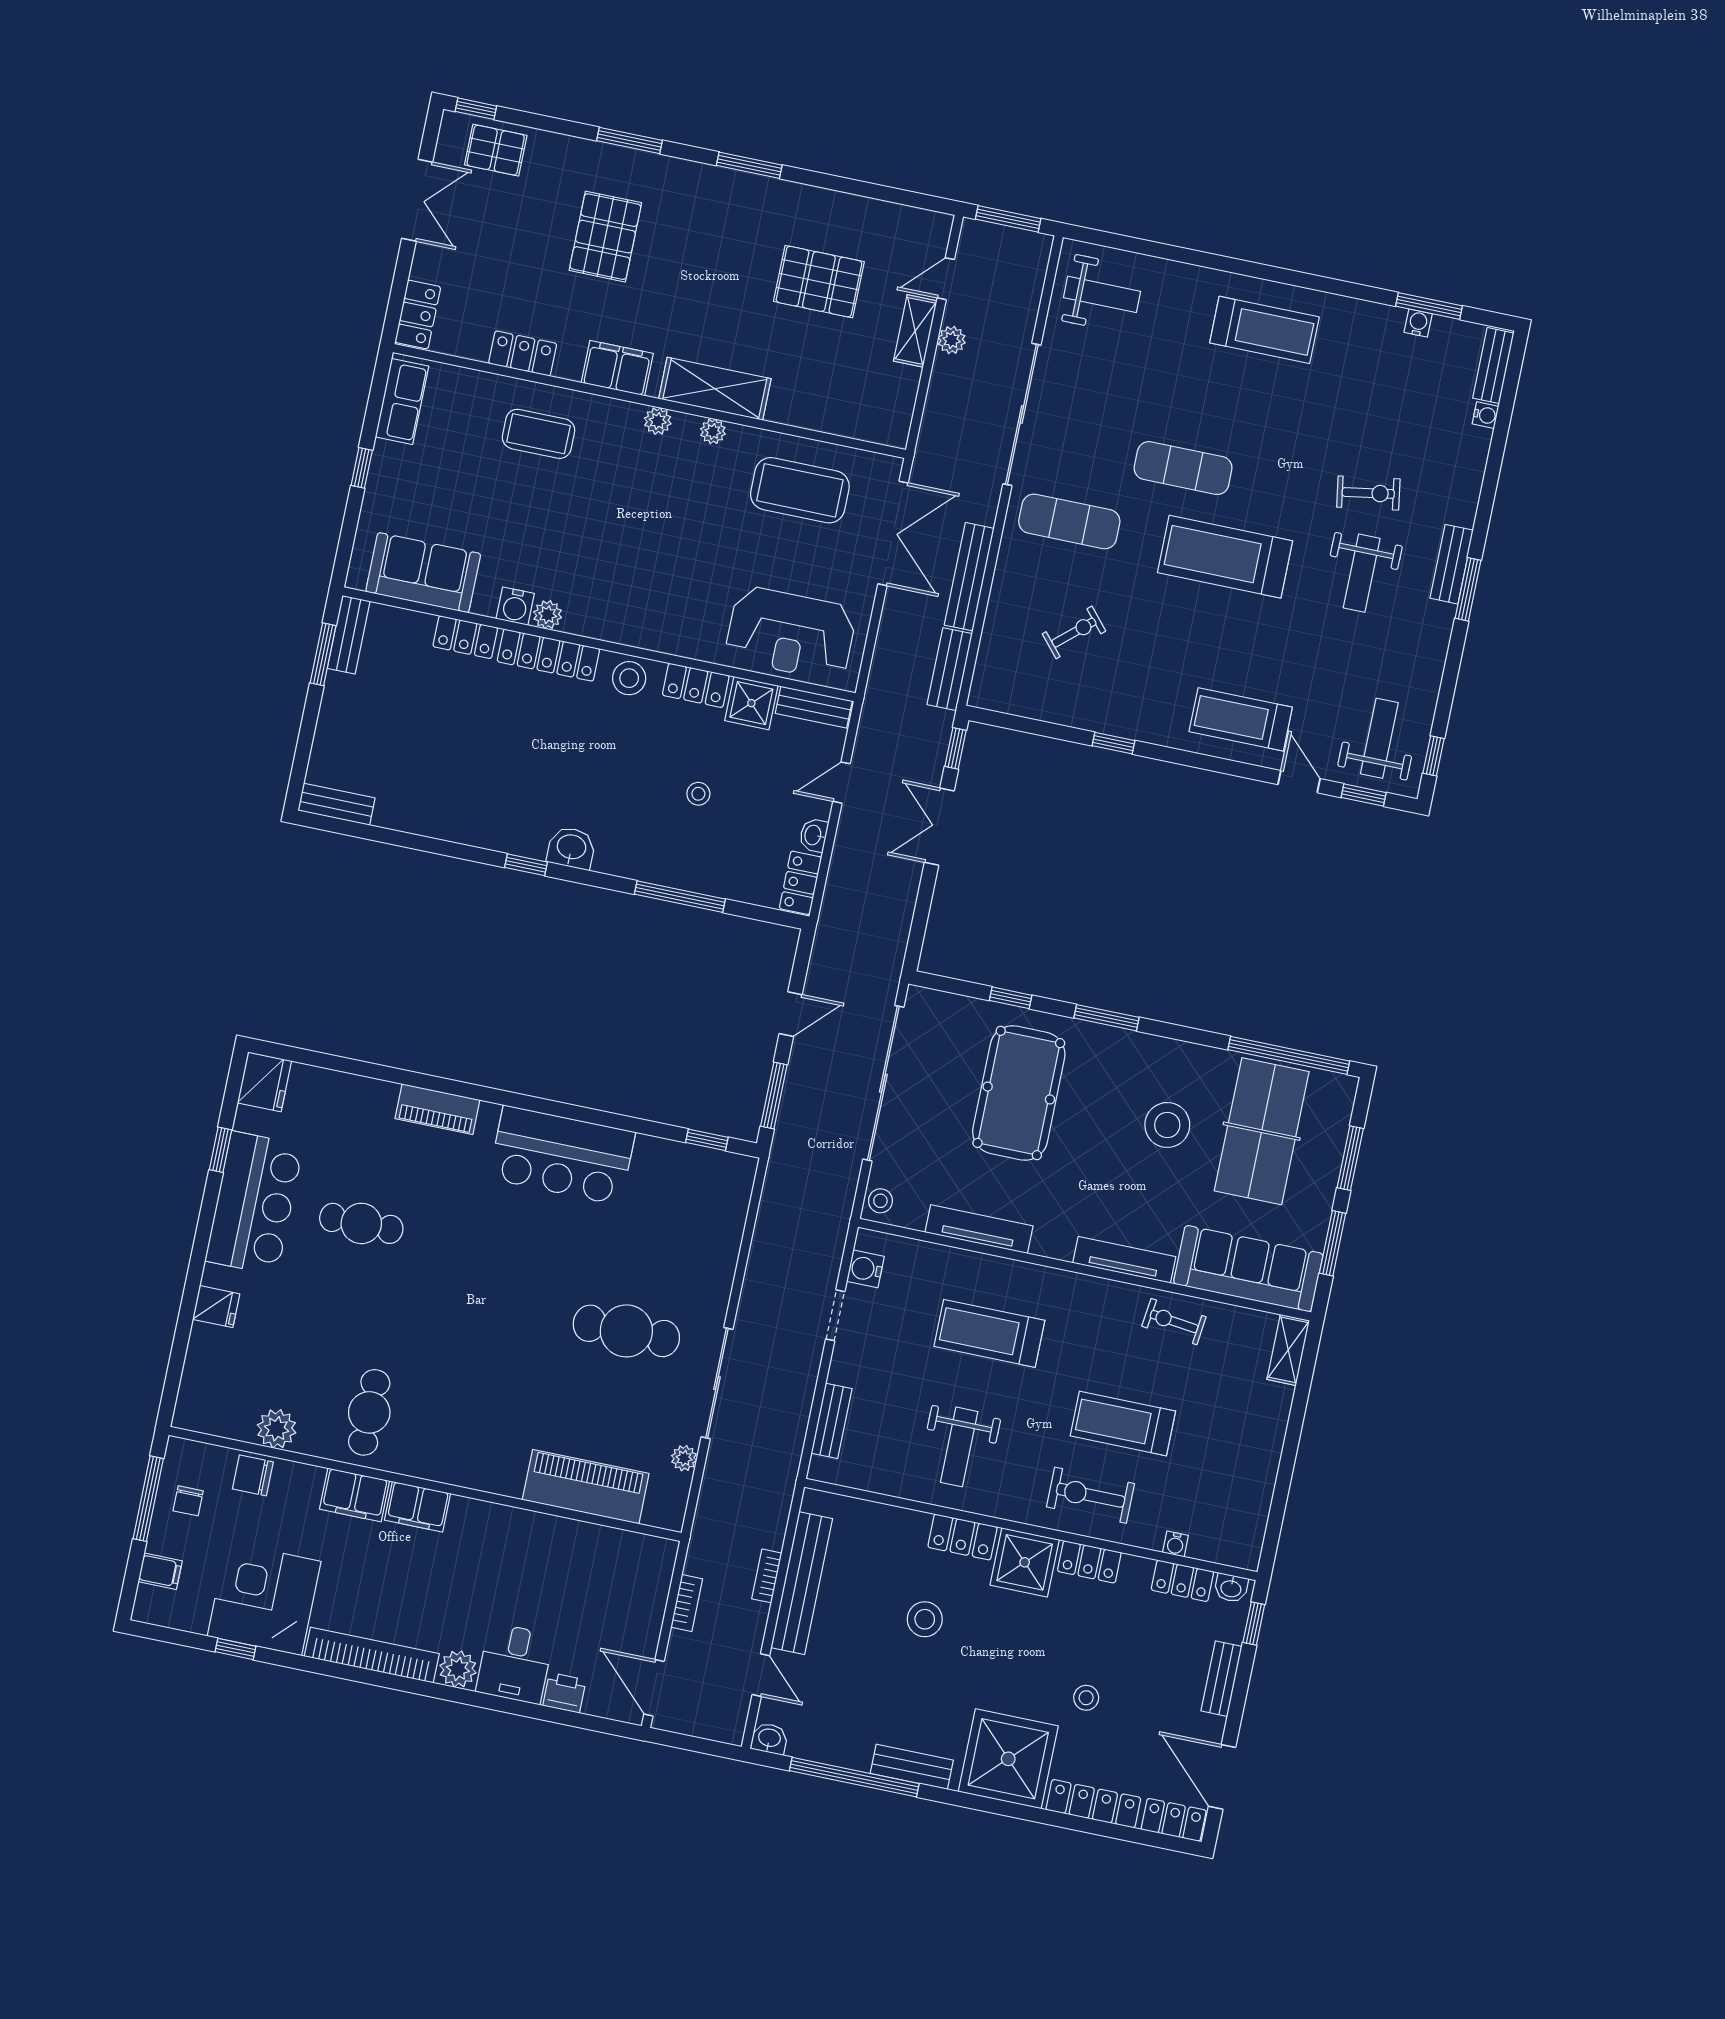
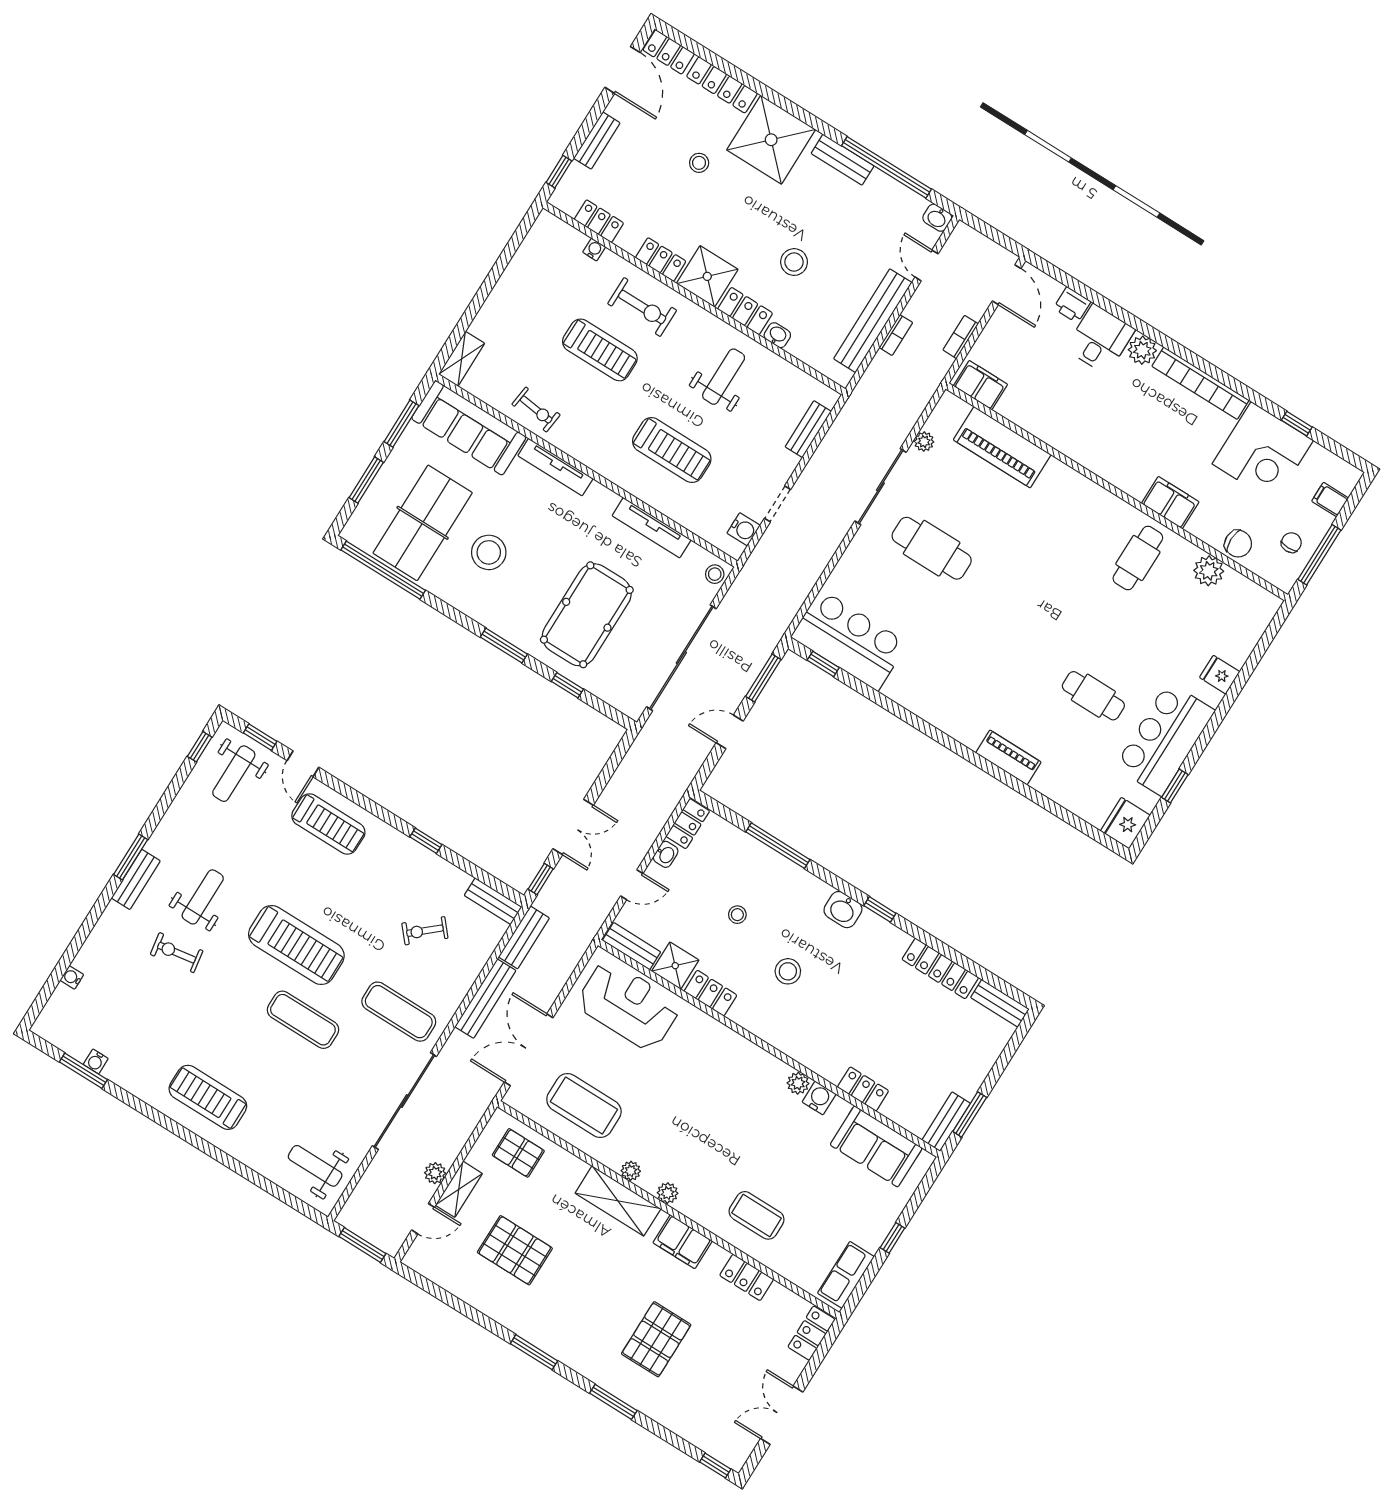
pallet: (496, 150) -> (518, 1153), moved
bench: (1493, 366) -> (493, 901), moved, turned 90
locker: (548, 655) -> (940, 968), moved, turned 180
stool: (629, 678) -> (788, 971), moved
bar counter: (562, 1155) -> (849, 640), moved
filing cabinet: (418, 1507) -> (980, 385), moved
washbasin: (1231, 1588) -> (777, 335), moved

